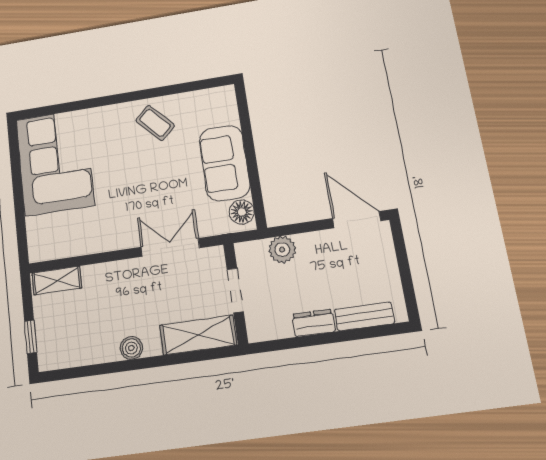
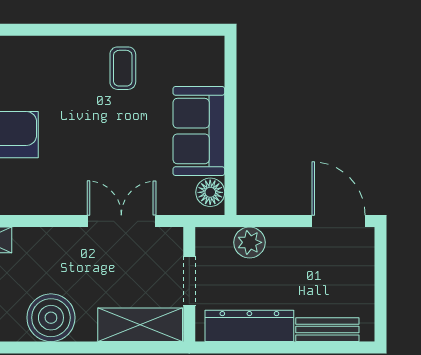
coffee table: (155, 123) -> (123, 68), turned 43
dresser: (314, 323) -> (249, 326), width x1.96, depth x1.24
boiler: (131, 348) -> (51, 318), width x1.86, depth x1.86

